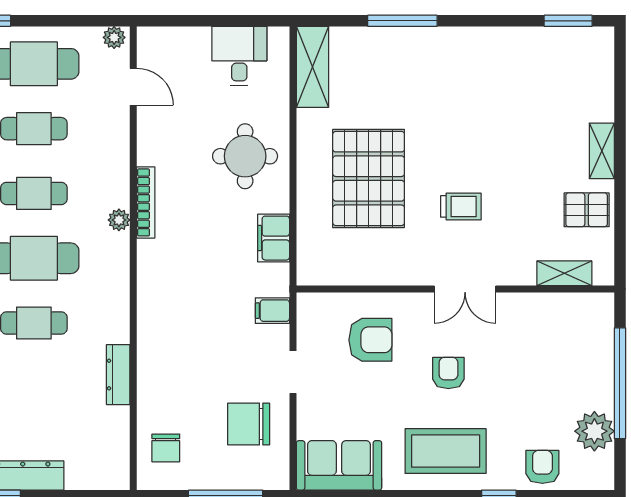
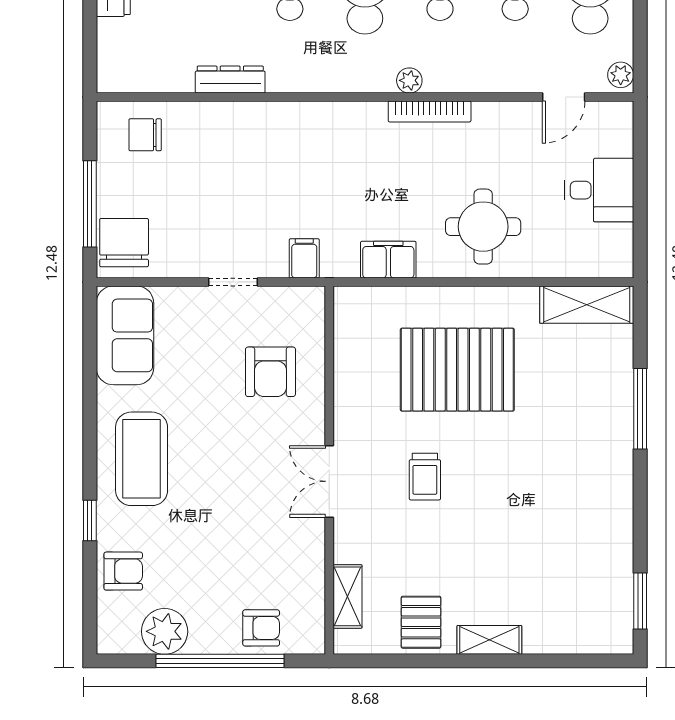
desk: (239, 56) -> (599, 190), moved
armchair: (448, 373) -> (261, 628), moved
chair: (249, 424) -> (124, 243), moved

